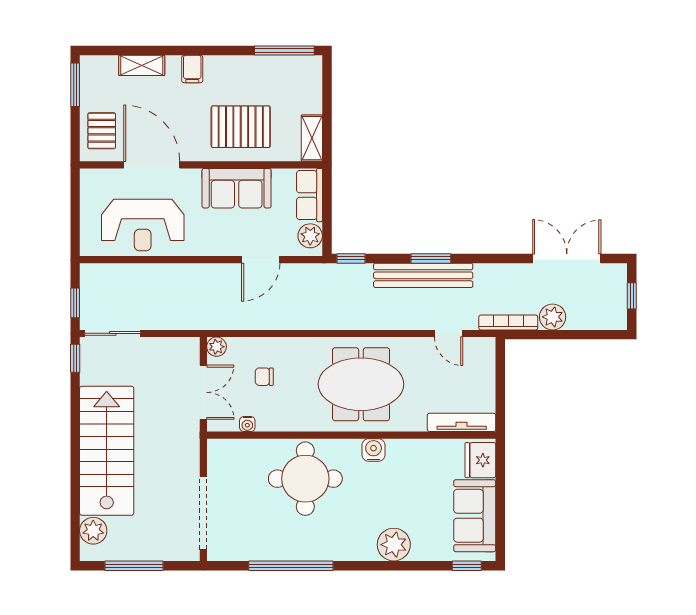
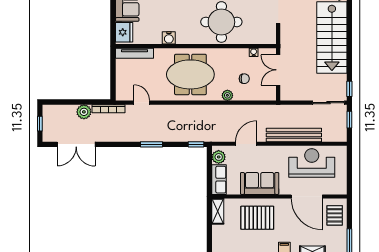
bench: (423, 275) -> (294, 135), moved
plant: (217, 347) -> (227, 95), moved
water cooler: (374, 450) -> (169, 38), moved

